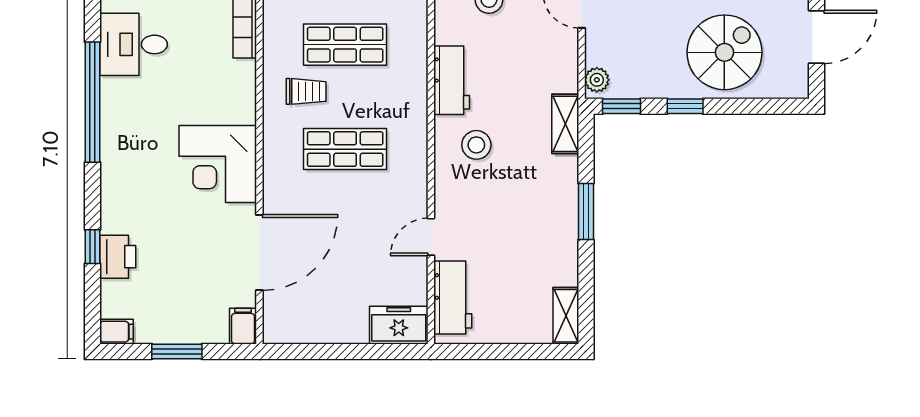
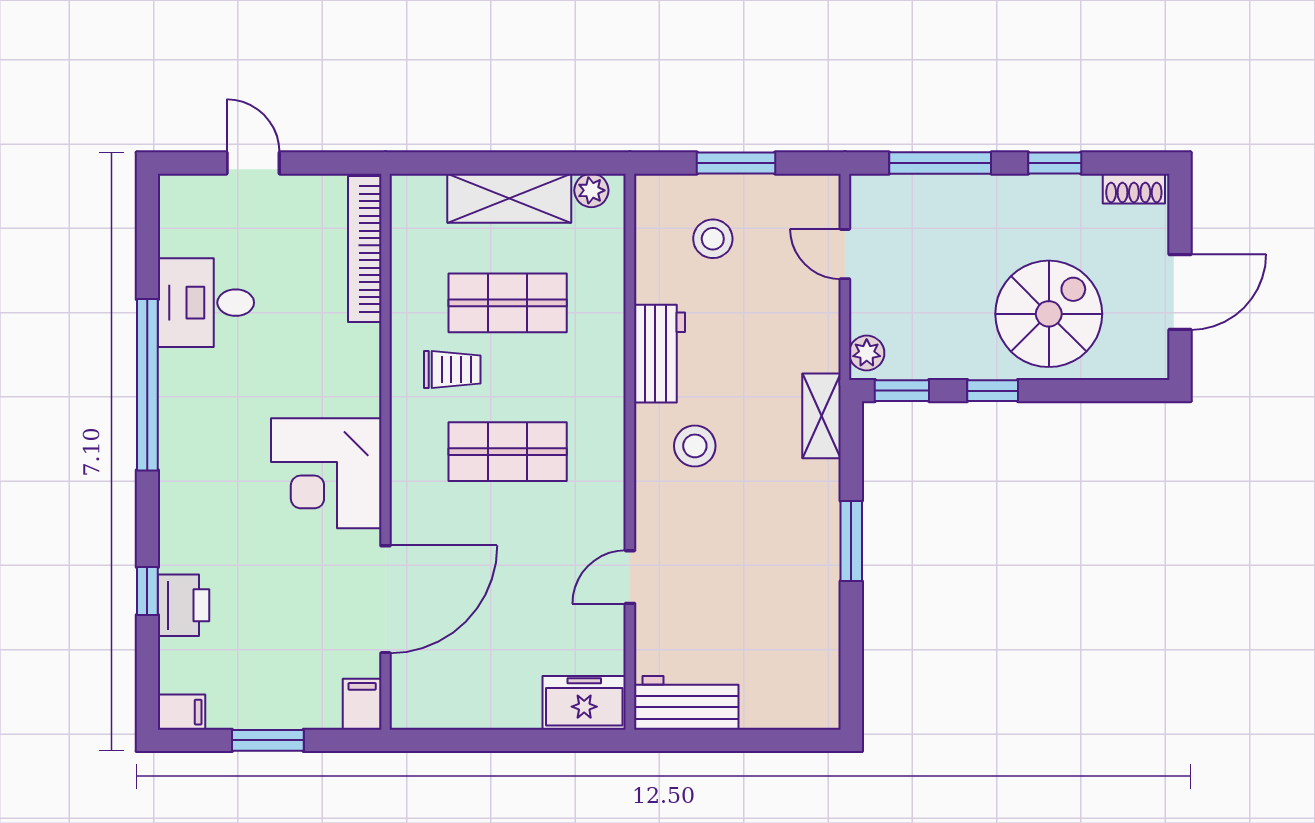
workbench: (453, 297) -> (686, 703), moved, turned -90
shelving: (566, 316) -> (823, 689), removed

